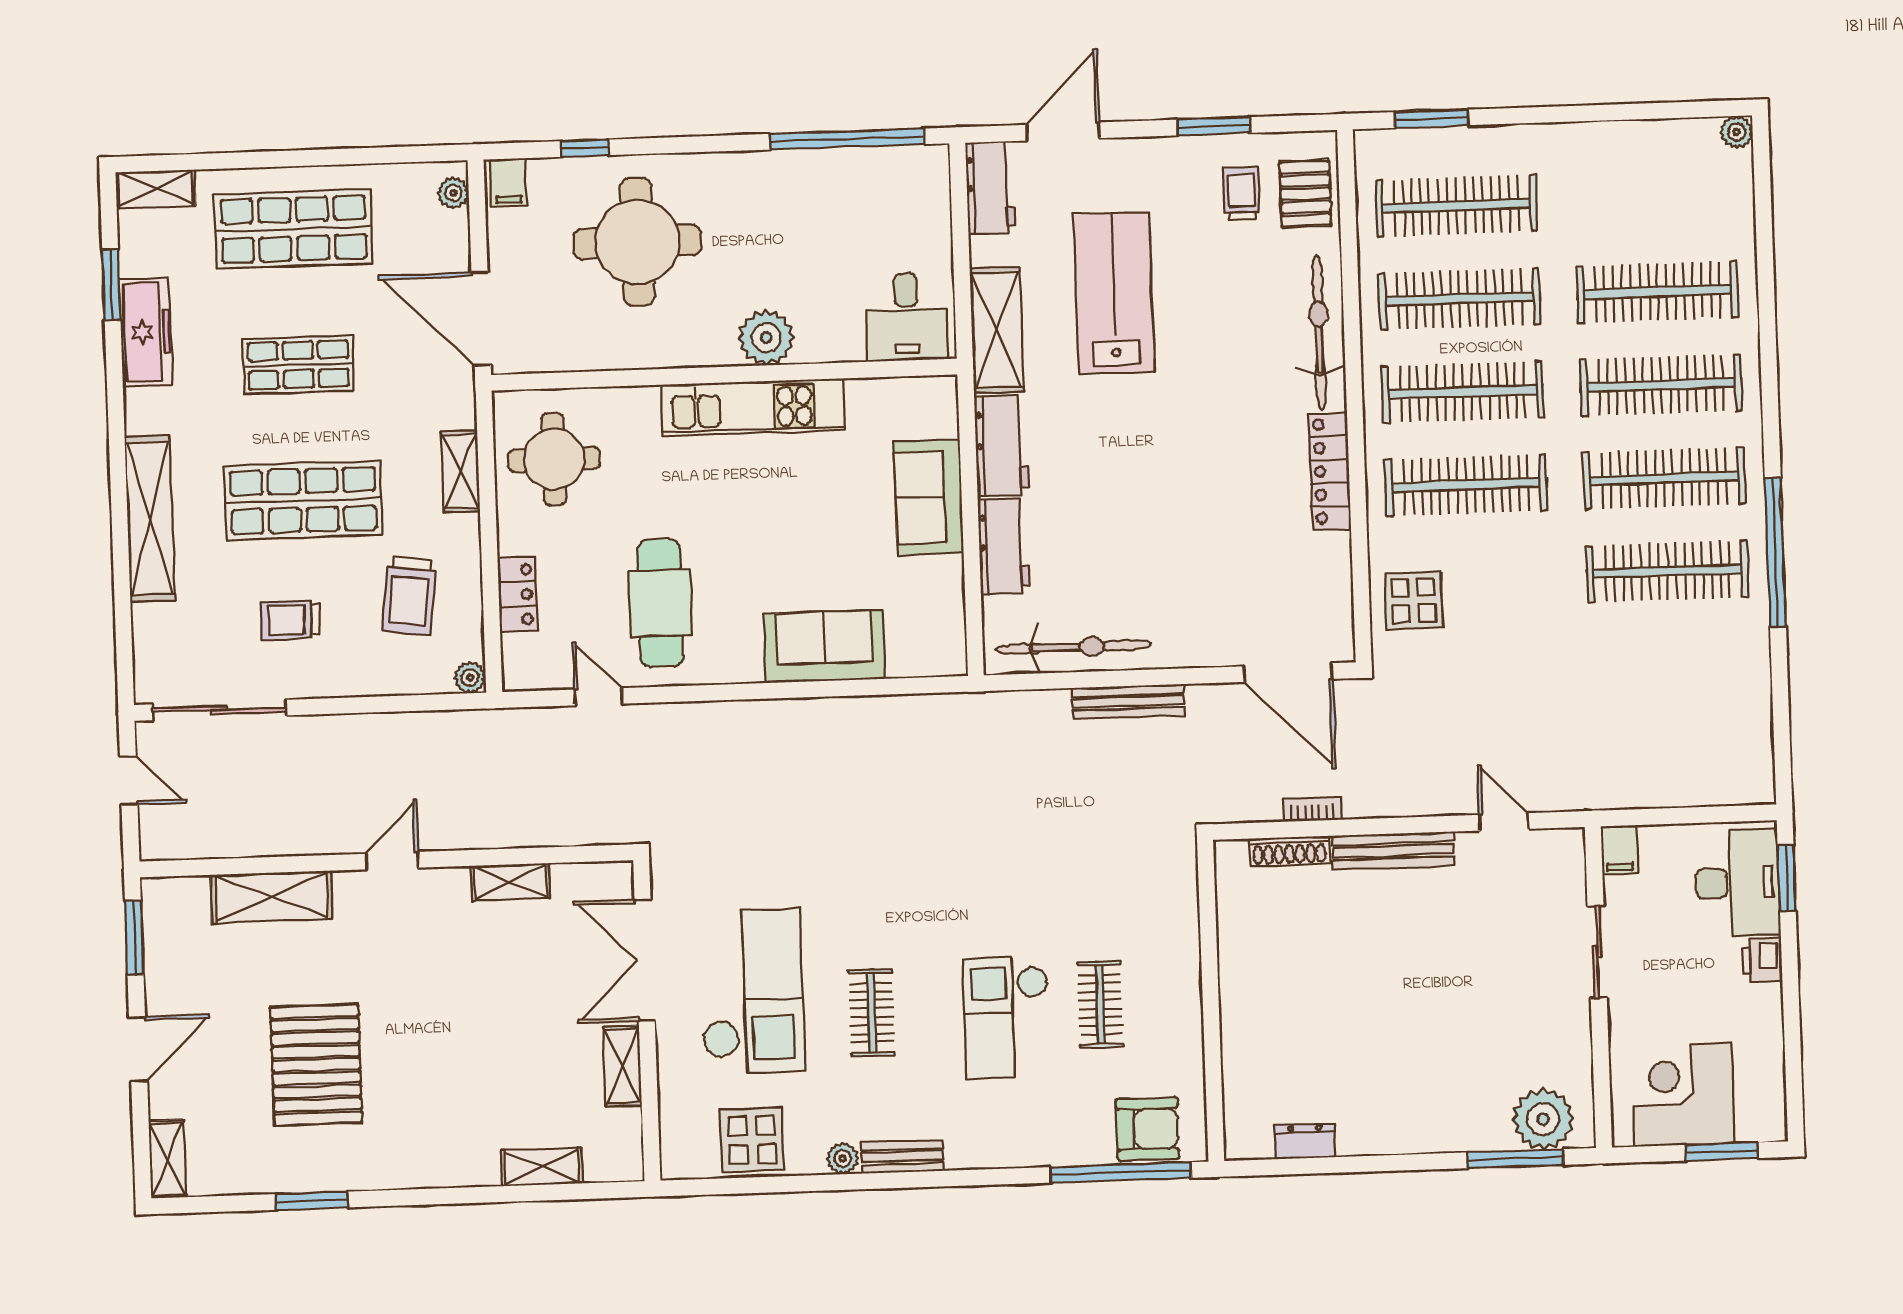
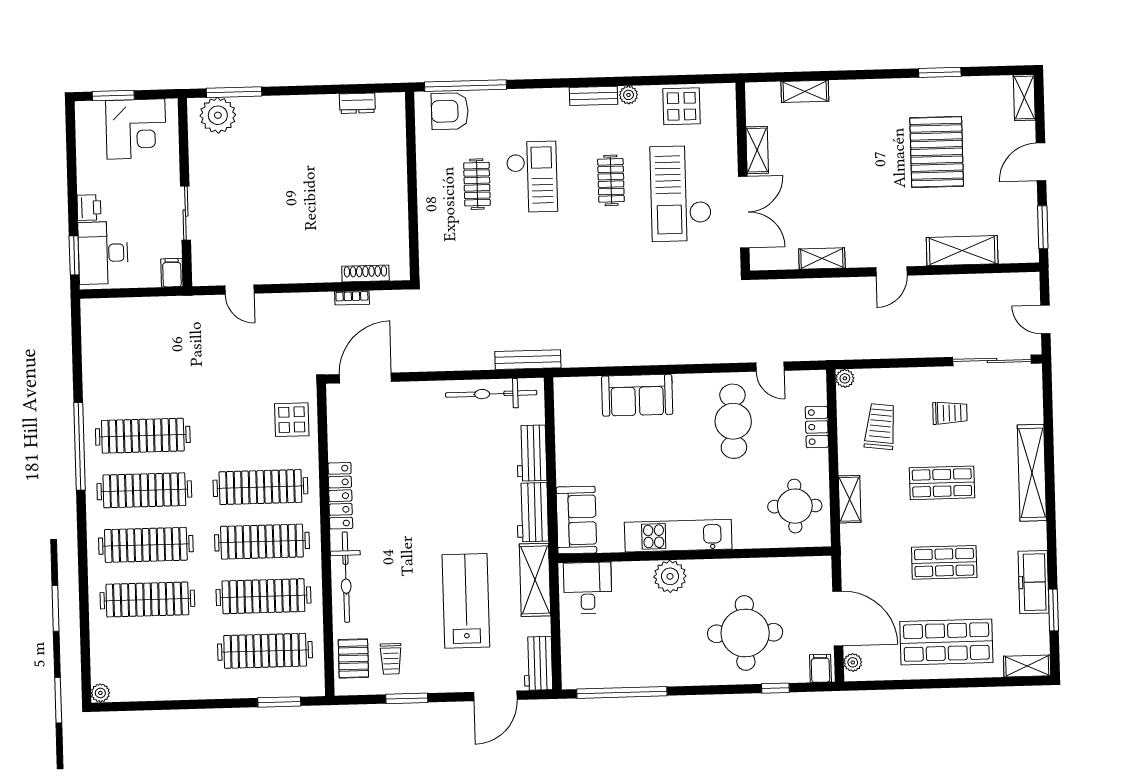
lab bench: (1114, 293) -> (466, 601), turned 180
door: (481, 319) -> (838, 618), moved
sofa: (929, 497) -> (576, 520), moved
shop shelf: (303, 500) -> (942, 483), width x0.70, depth x0.74
door: (1288, 673) -> (365, 378), hinge flipped
bench: (1129, 702) -> (528, 360), moved
bench: (1393, 851) -> (305, 273), removed

